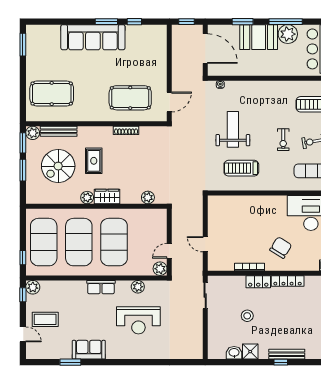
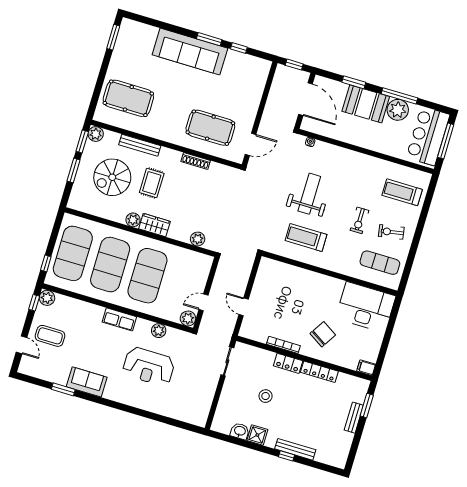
bench: (59, 131) -> (140, 145), moved

